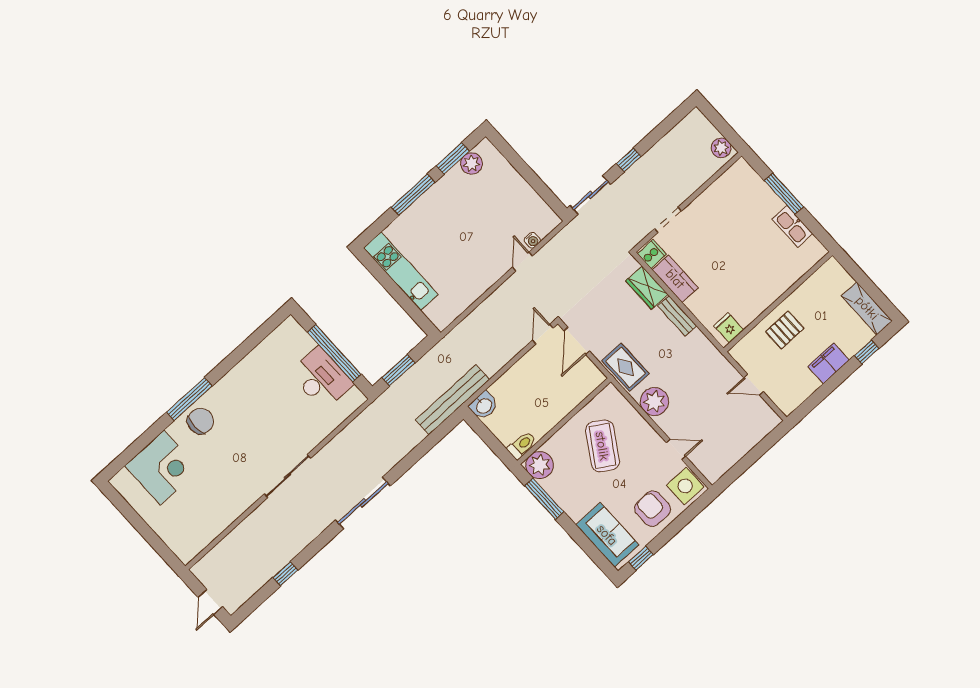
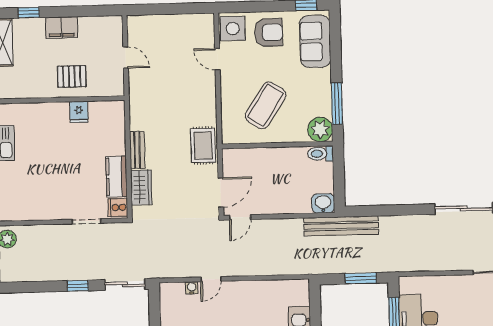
fridge: (729, 328) -> (79, 112), moved
plant: (654, 402) -> (204, 105), removed
armchair: (653, 509) -> (269, 32), turned -90

